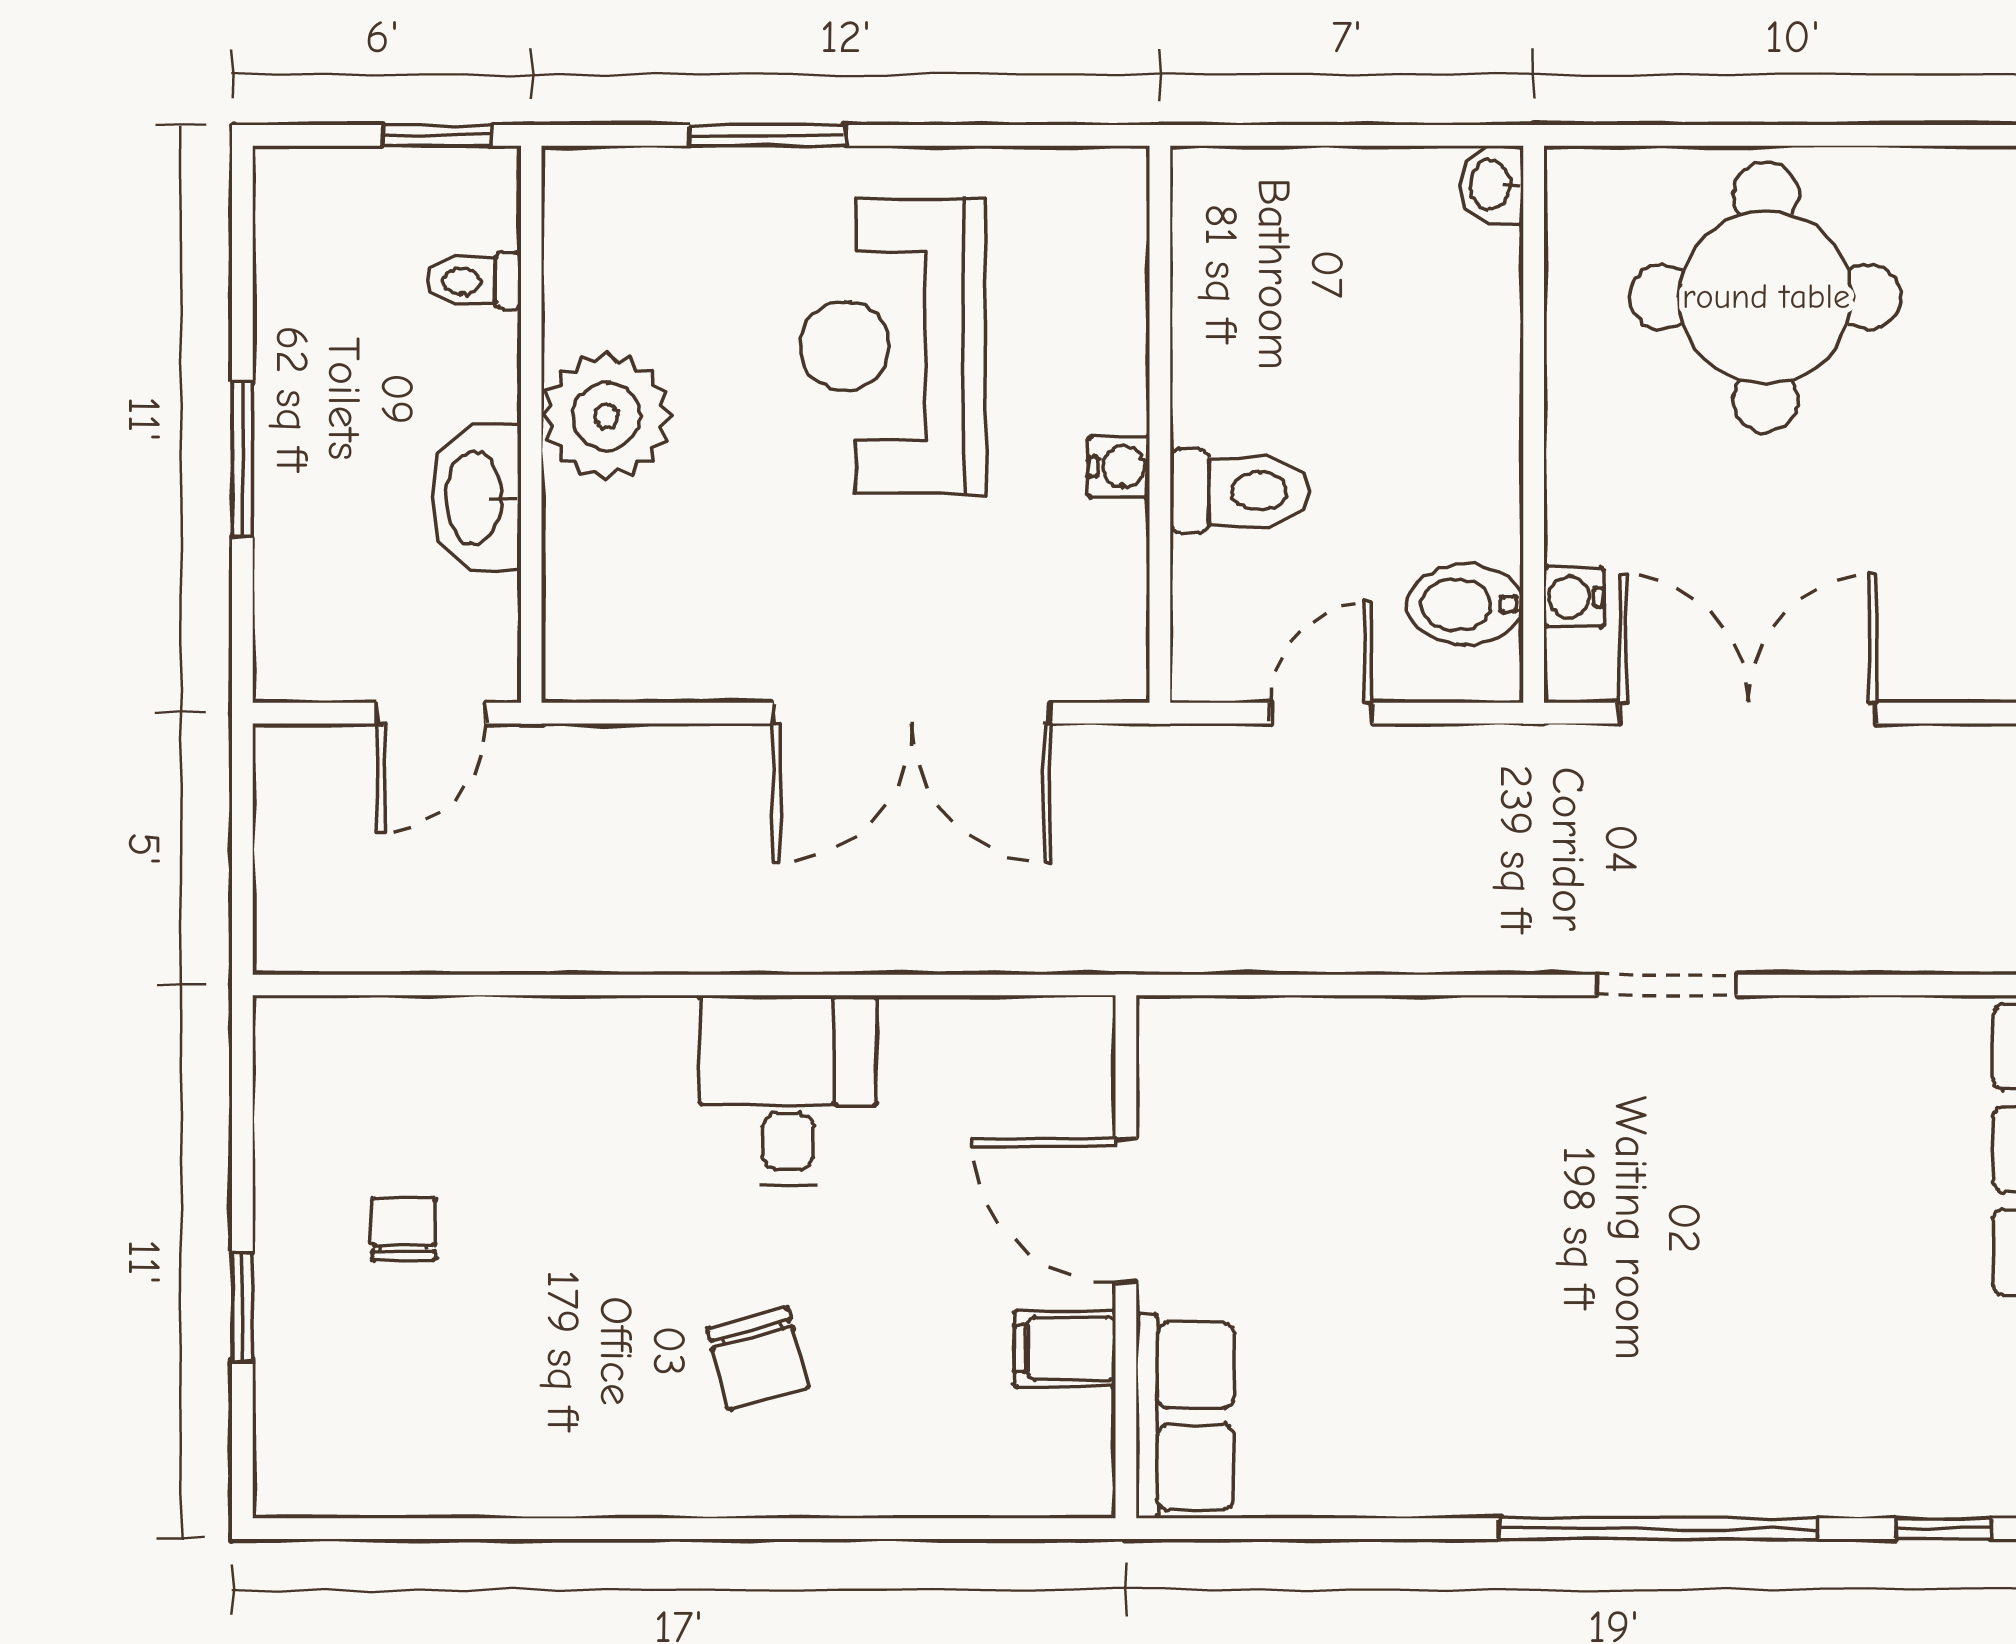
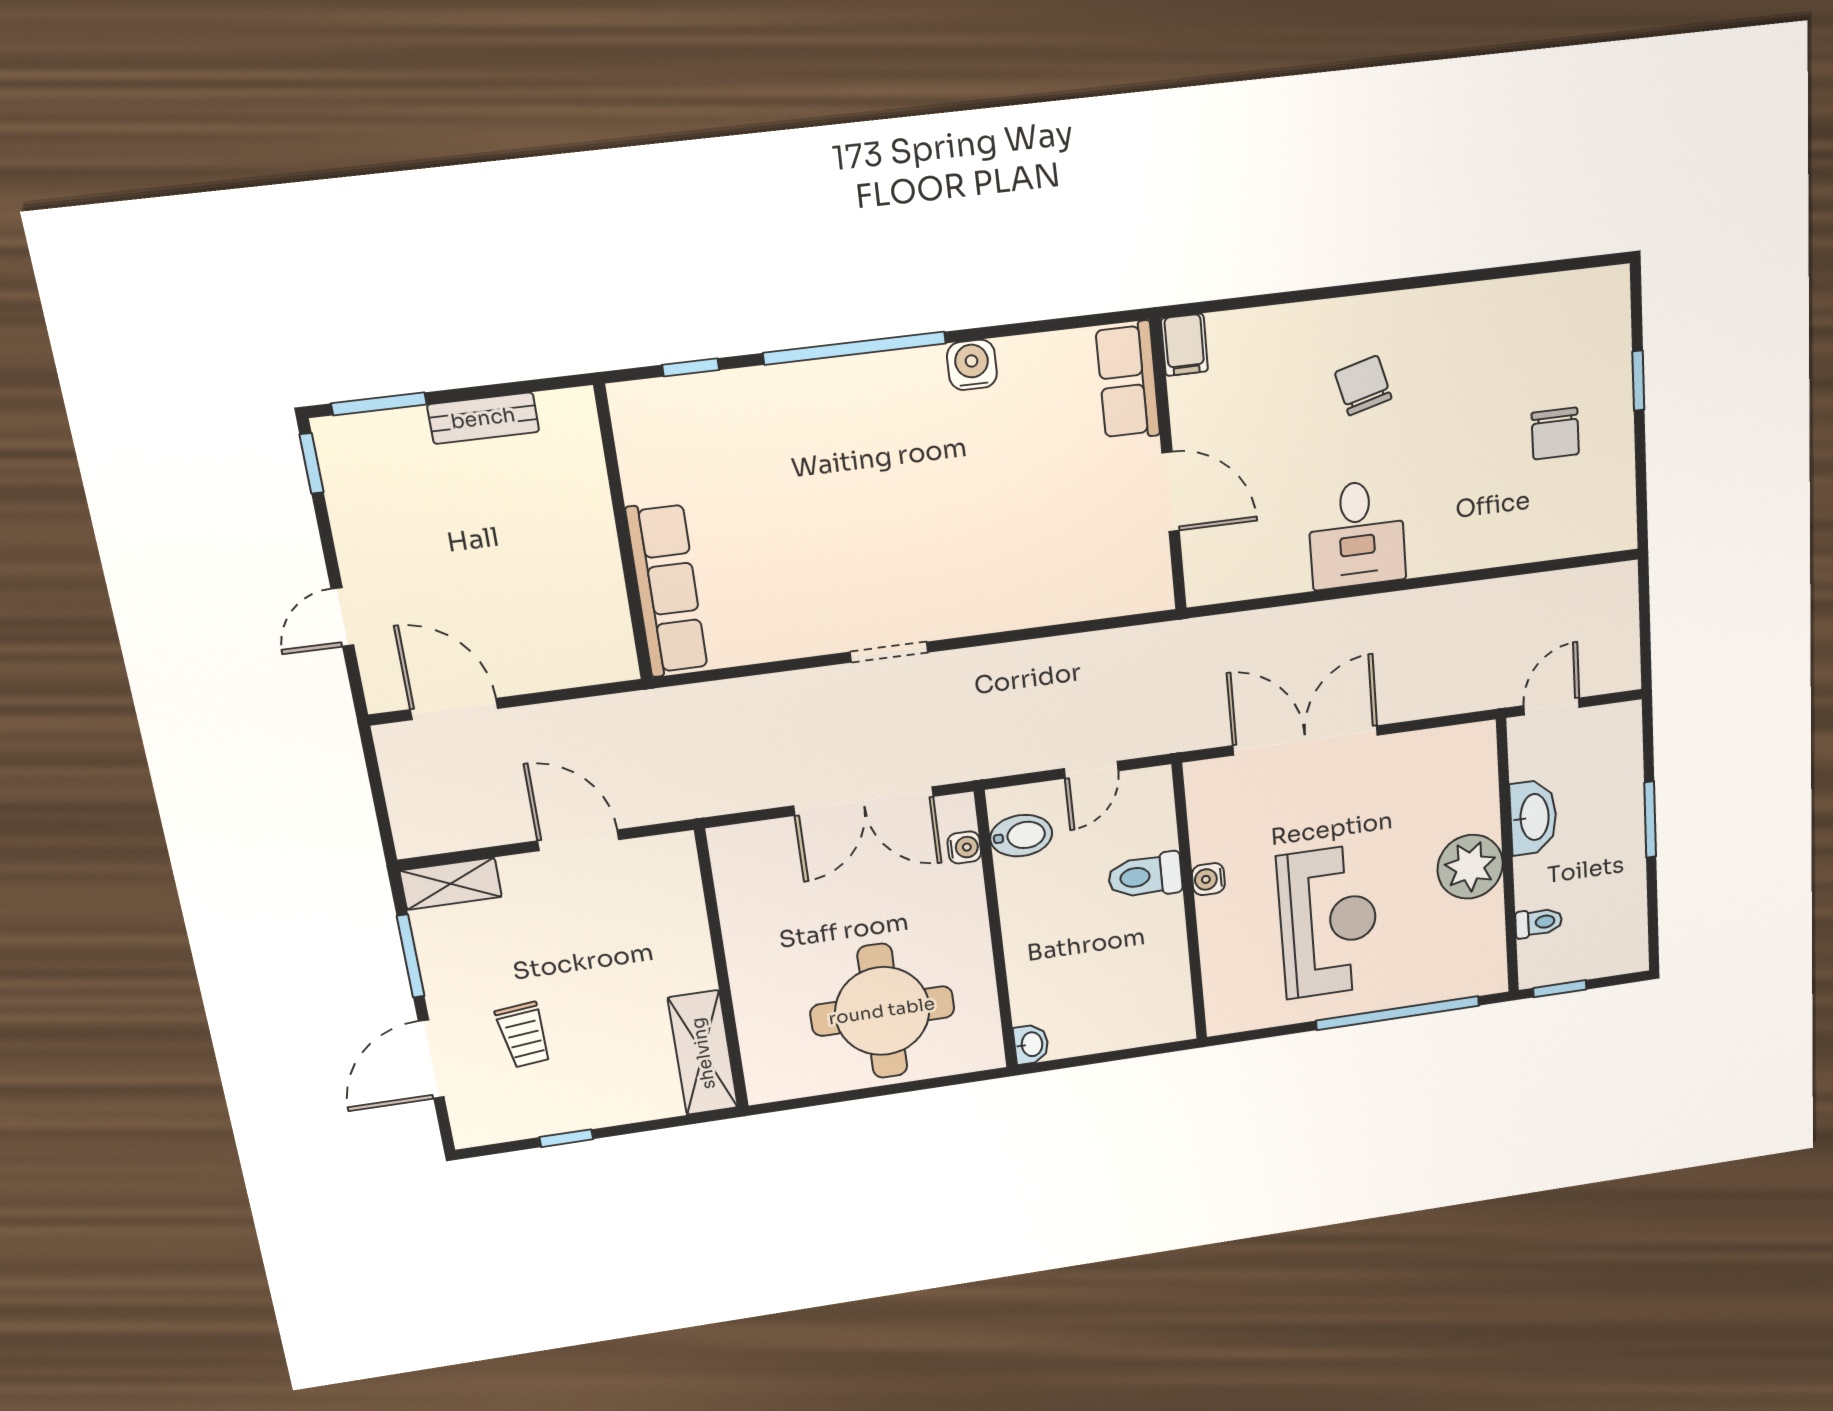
window: (768, 135) -> (1398, 1013), width x2.11
chair: (404, 1229) -> (1555, 434), width x1.37, depth x1.37
filing cabinet: (1065, 1349) -> (1185, 345), moved, turned 90
water cooler: (1458, 1477) -> (972, 365), added

